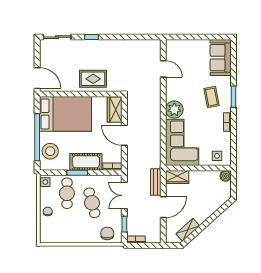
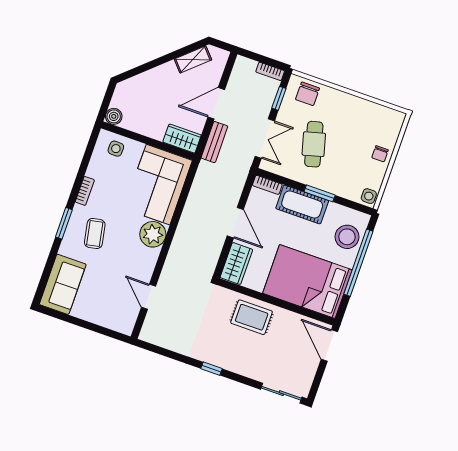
window: (92, 37) -> (211, 369), moved
cafe table: (67, 193) -> (344, 170), removed

